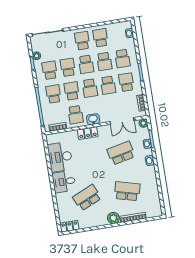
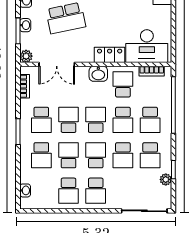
school desk: (122, 58) -> (41, 155), turned 180
double door: (122, 121) -> (57, 64), swing flipped
desk: (60, 157) -> (147, 46), moved, turned 90

